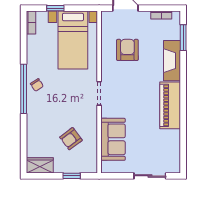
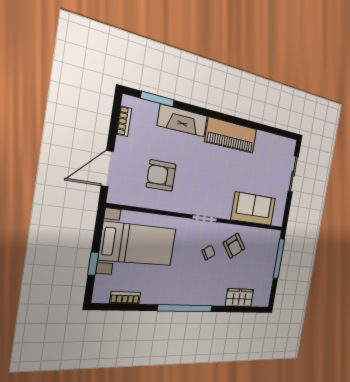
bookcase: (31, 22) -> (125, 298), moved
chair: (37, 85) -> (209, 252), moved
armchair: (71, 139) -> (234, 246), moved
wardrobe: (40, 165) -> (239, 298), moved, turned 90
window: (72, 176) -> (279, 259), width x2.17

